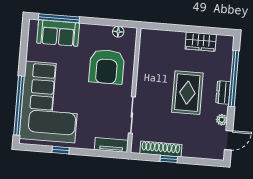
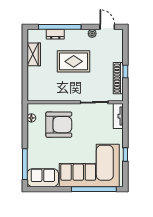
sofa: (58, 33) -> (43, 178), moved, turned -90
dresser: (223, 92) -> (55, 34), moved

